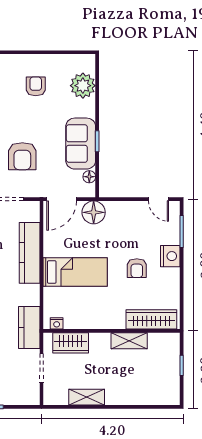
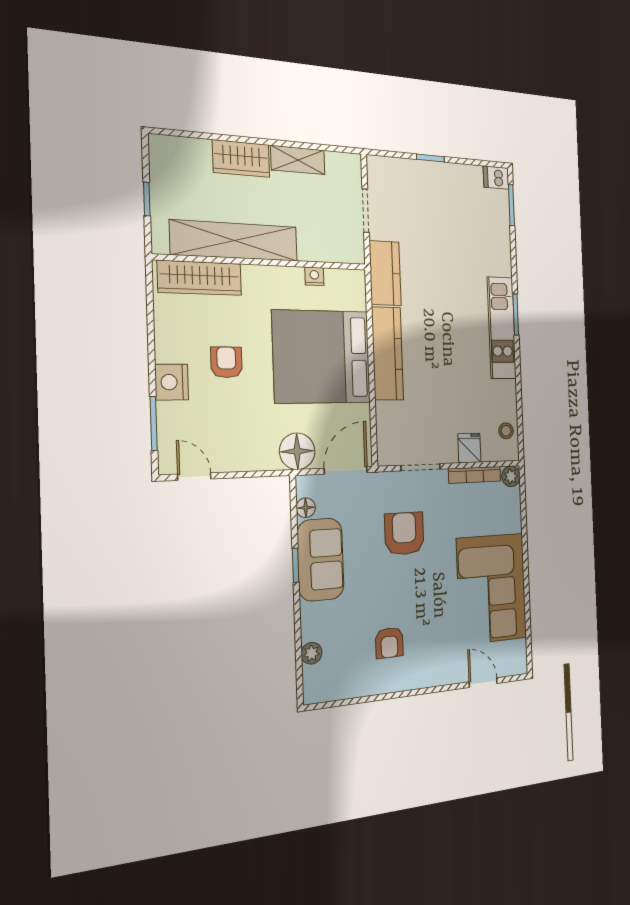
plant: (83, 86) -> (312, 653), width x0.53, depth x0.53
kitchen counter: (30, 253) -> (388, 354), moved
bed: (75, 272) -> (322, 357), width x2.04
nightstand: (57, 323) -> (314, 276), moved
shelving: (129, 341) -> (235, 241), width x2.20, depth x1.33
wardrobe: (71, 343) -> (241, 158), moved, turned 180

